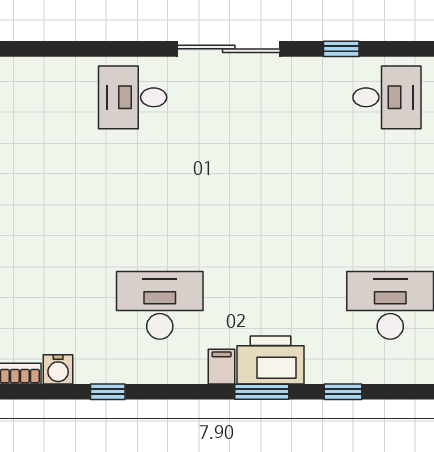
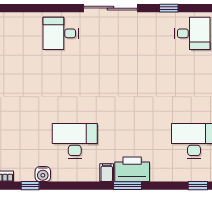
water cooler: (58, 369) -> (43, 174), moved
window: (108, 392) -> (30, 186), moved
window: (343, 392) -> (198, 186), moved

